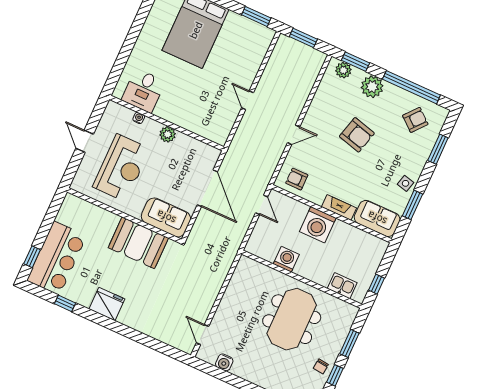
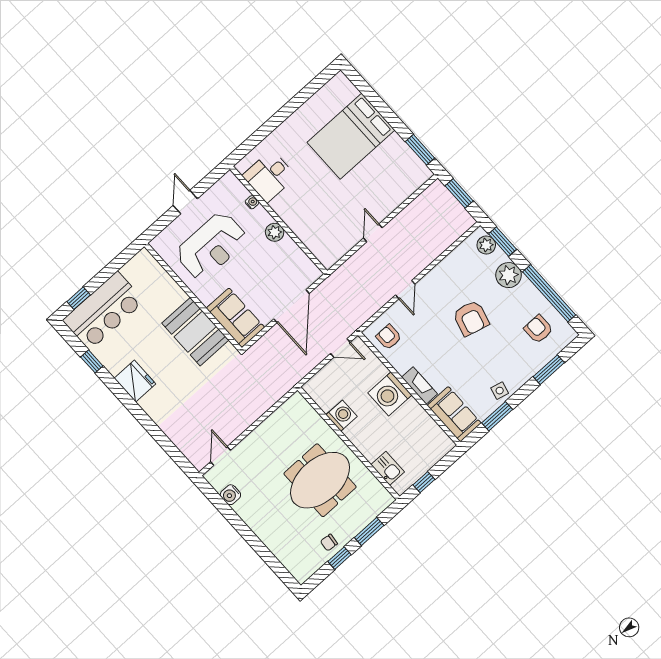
armchair: (415, 120) -> (538, 329), turned -130
door: (294, 135) -> (405, 290), hinge flipped
door: (262, 205) -> (340, 348), hinge flipped

